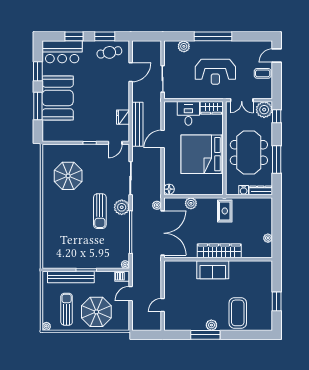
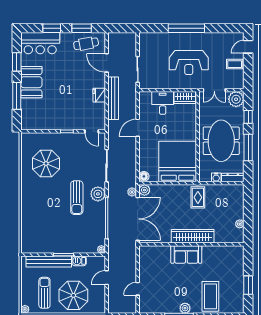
plant: (184, 46) -> (158, 38), removed
door: (131, 72) -> (107, 63), swing flipped
booth: (58, 98) -> (31, 82), width x0.73, depth x0.70
window: (277, 116) -> (248, 117), moved
fridge: (123, 117) -> (99, 95), moved
bench: (137, 124) -> (113, 98), moved
door: (115, 143) -> (92, 131), hinge flipped
bed: (202, 154) -> (178, 162), moved, turned 90
plant: (191, 203) -> (144, 190), moved
barbecue: (122, 276) -> (79, 261), moved

